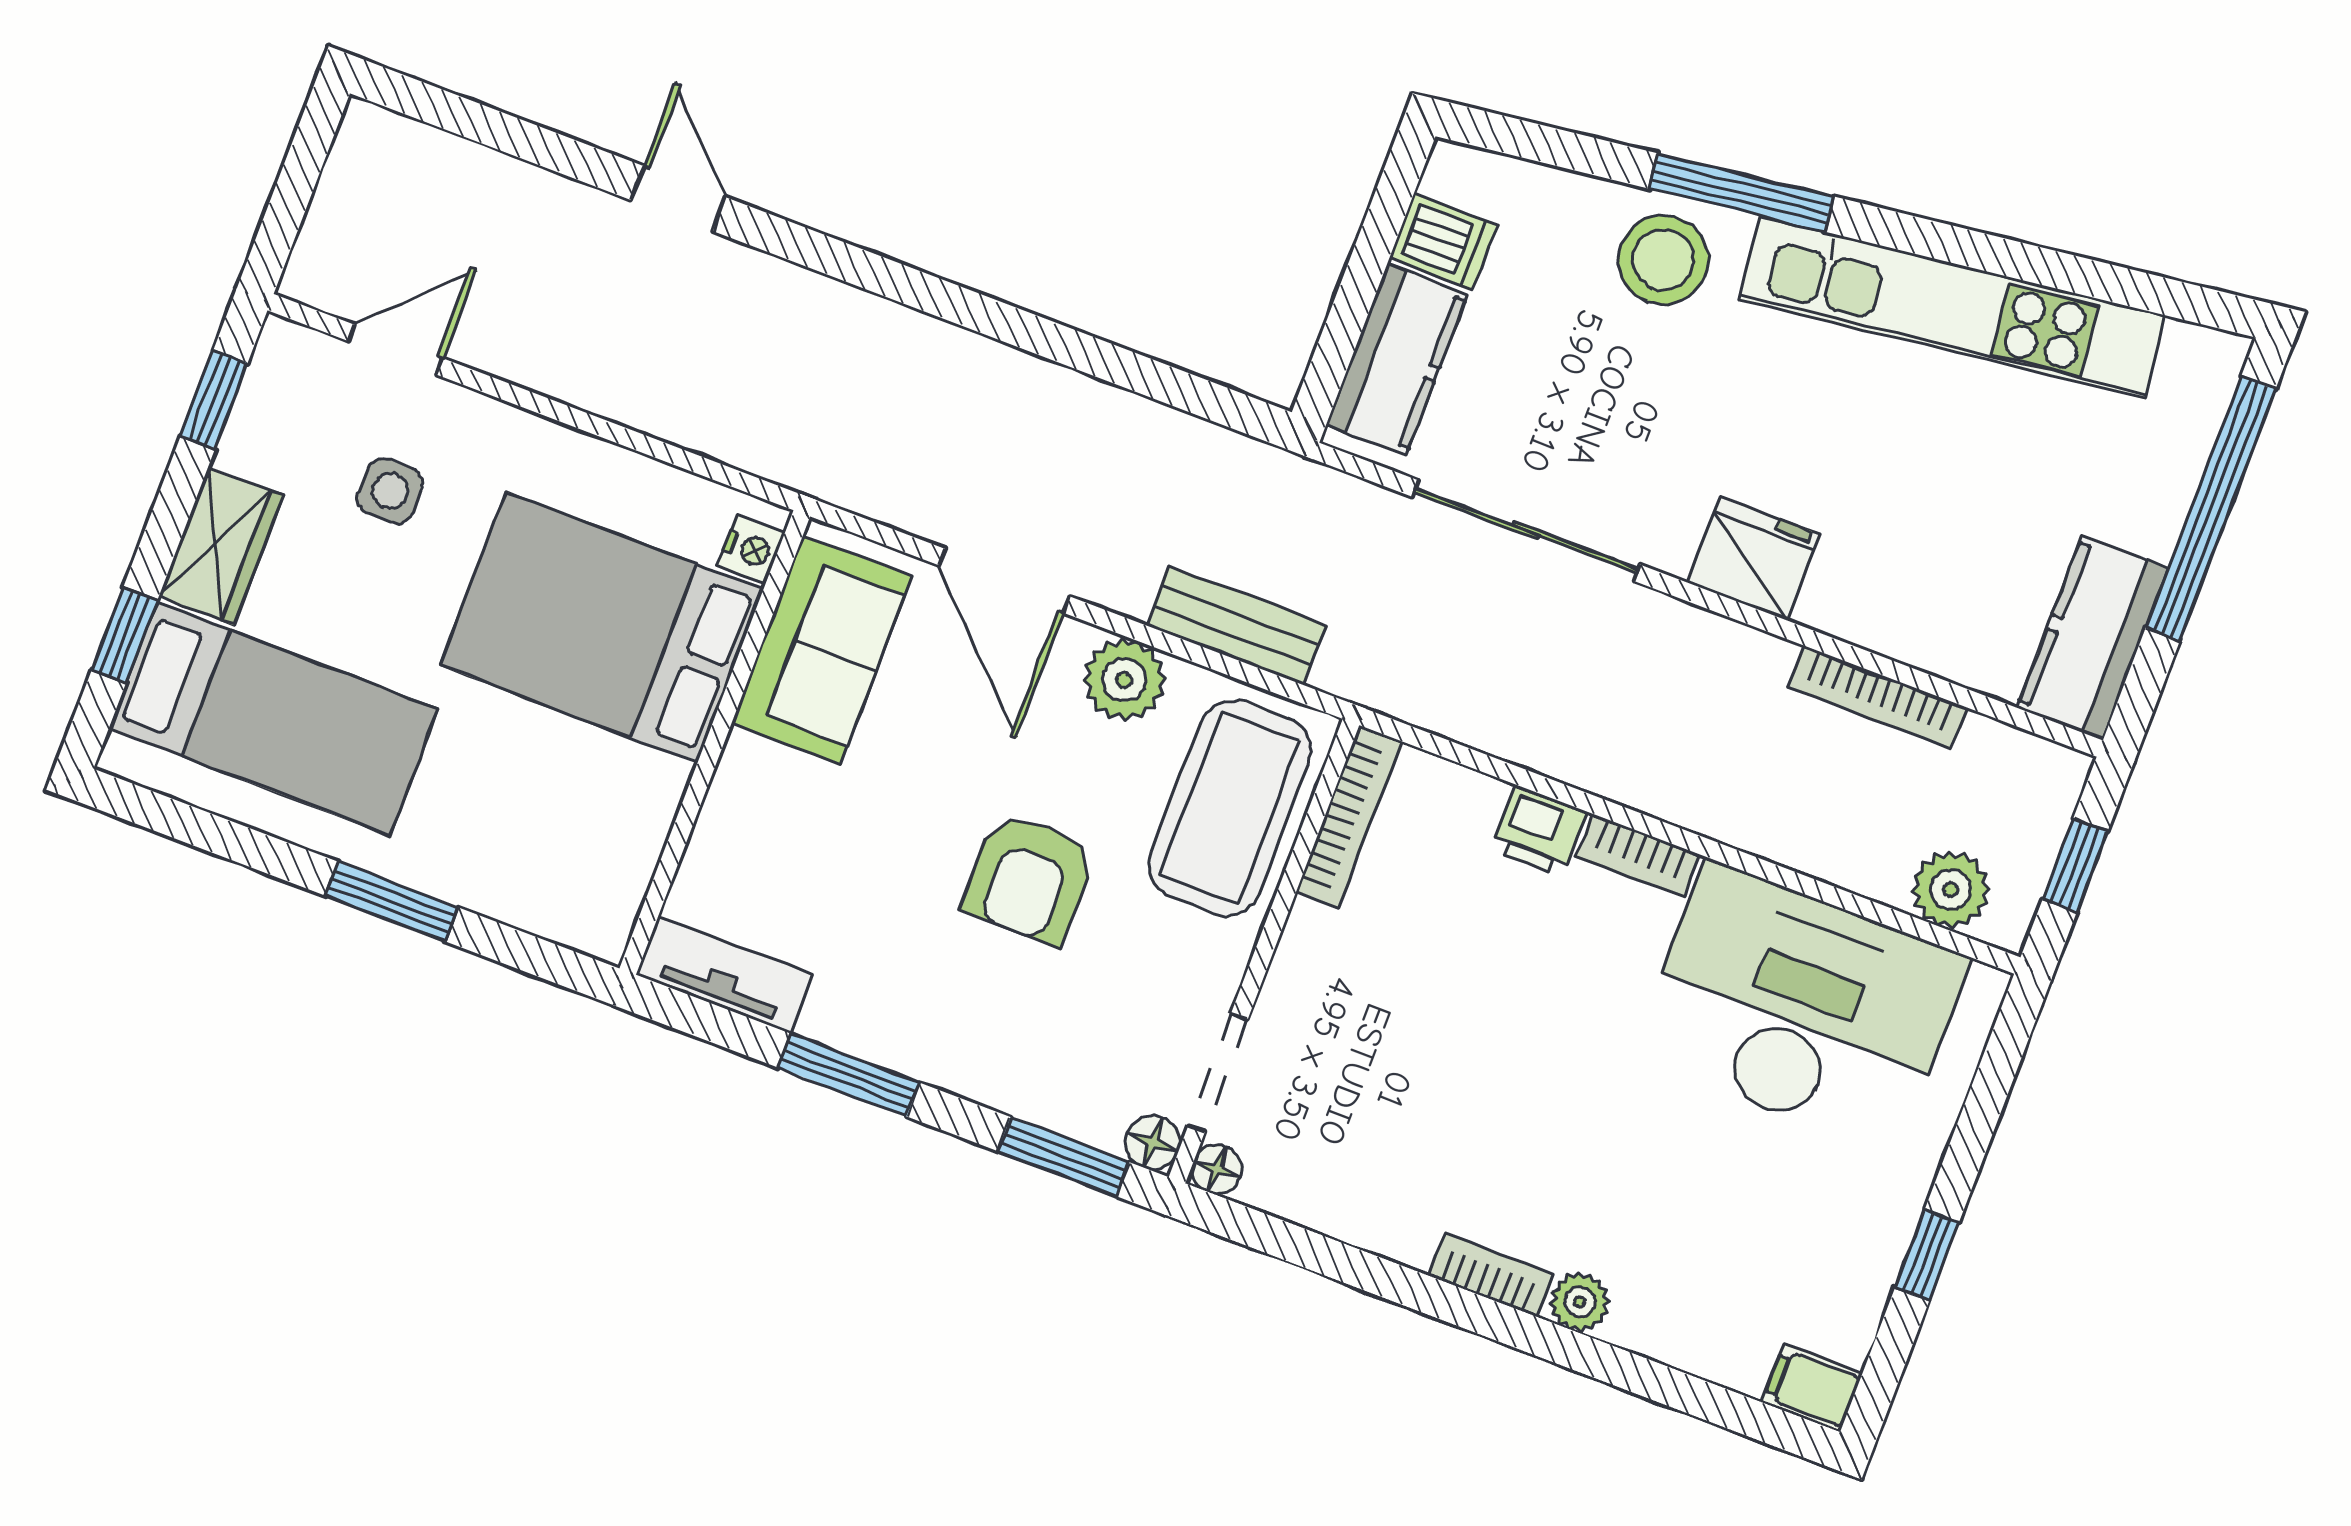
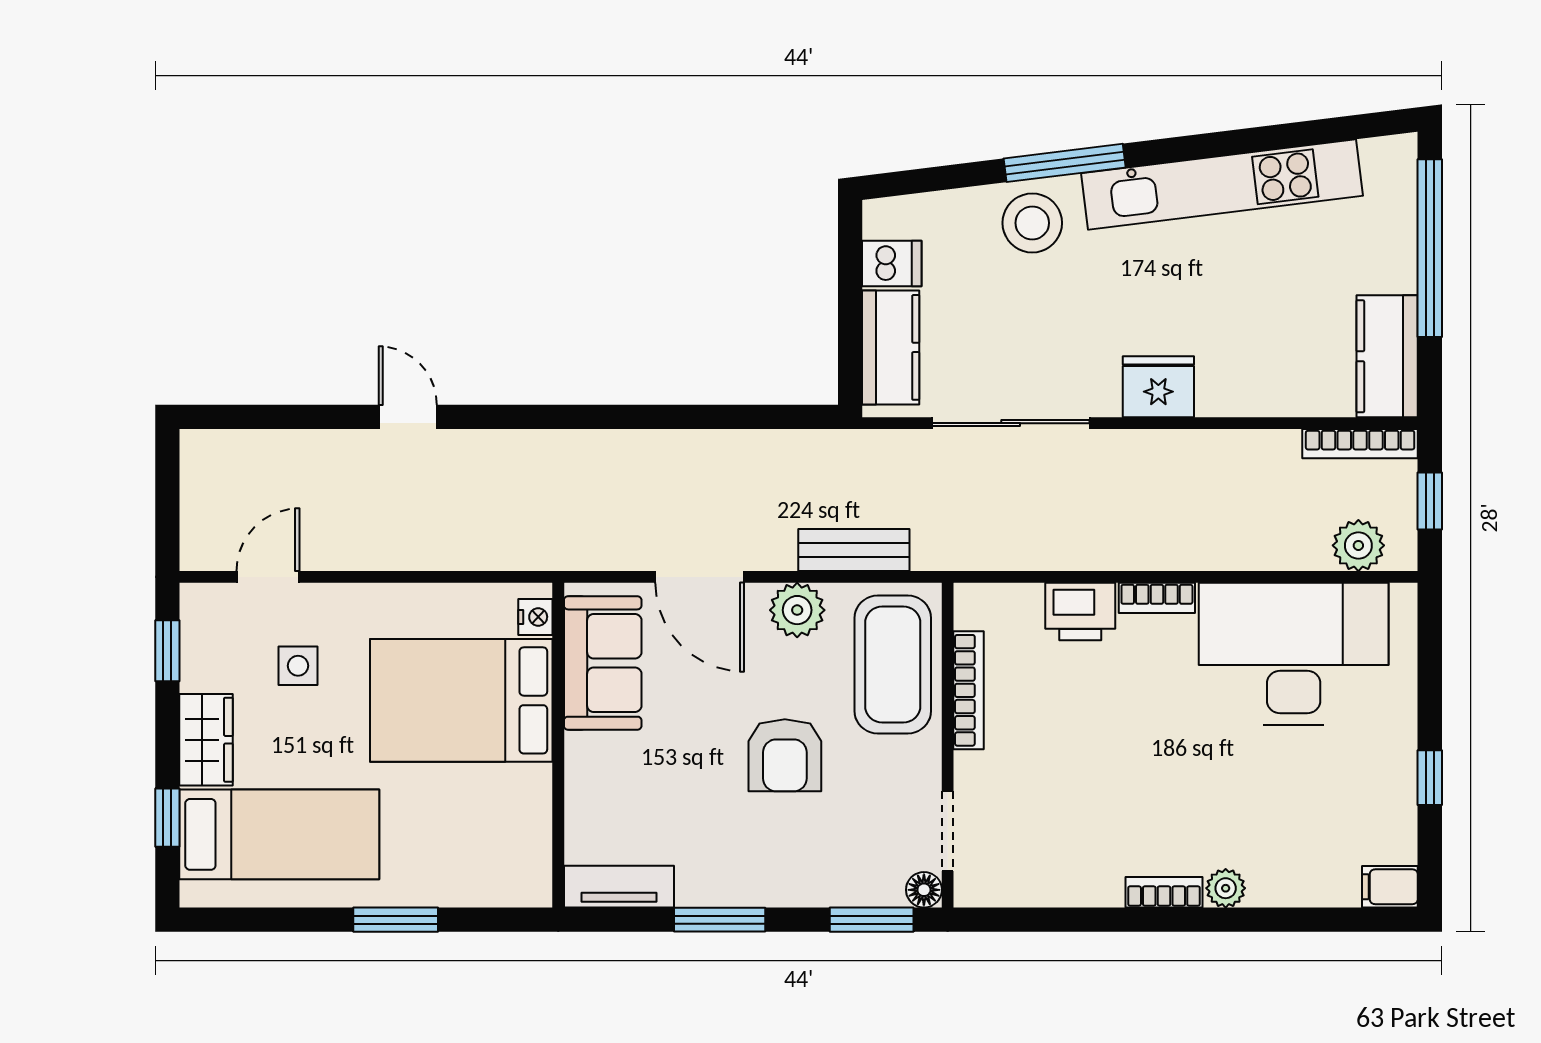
bookcase: (1877, 697) -> (1360, 444), moved
bookcase: (1349, 817) -> (969, 690), moved
printer: (1539, 831) -> (1080, 611), width x1.36, depth x1.24
floor lamp: (1217, 1169) -> (970, 891), removed

